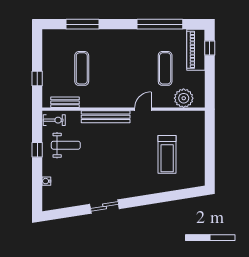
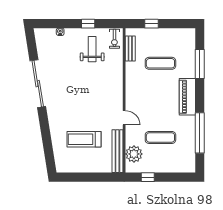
window: (210, 48) -> (148, 177), moved
piano: (196, 50) -> (187, 97), moved, turned -90
bench: (106, 117) -> (117, 151), moved
weight bench: (66, 145) -> (92, 49), turned 180
sliding door: (105, 206) -> (38, 84), width x1.86

